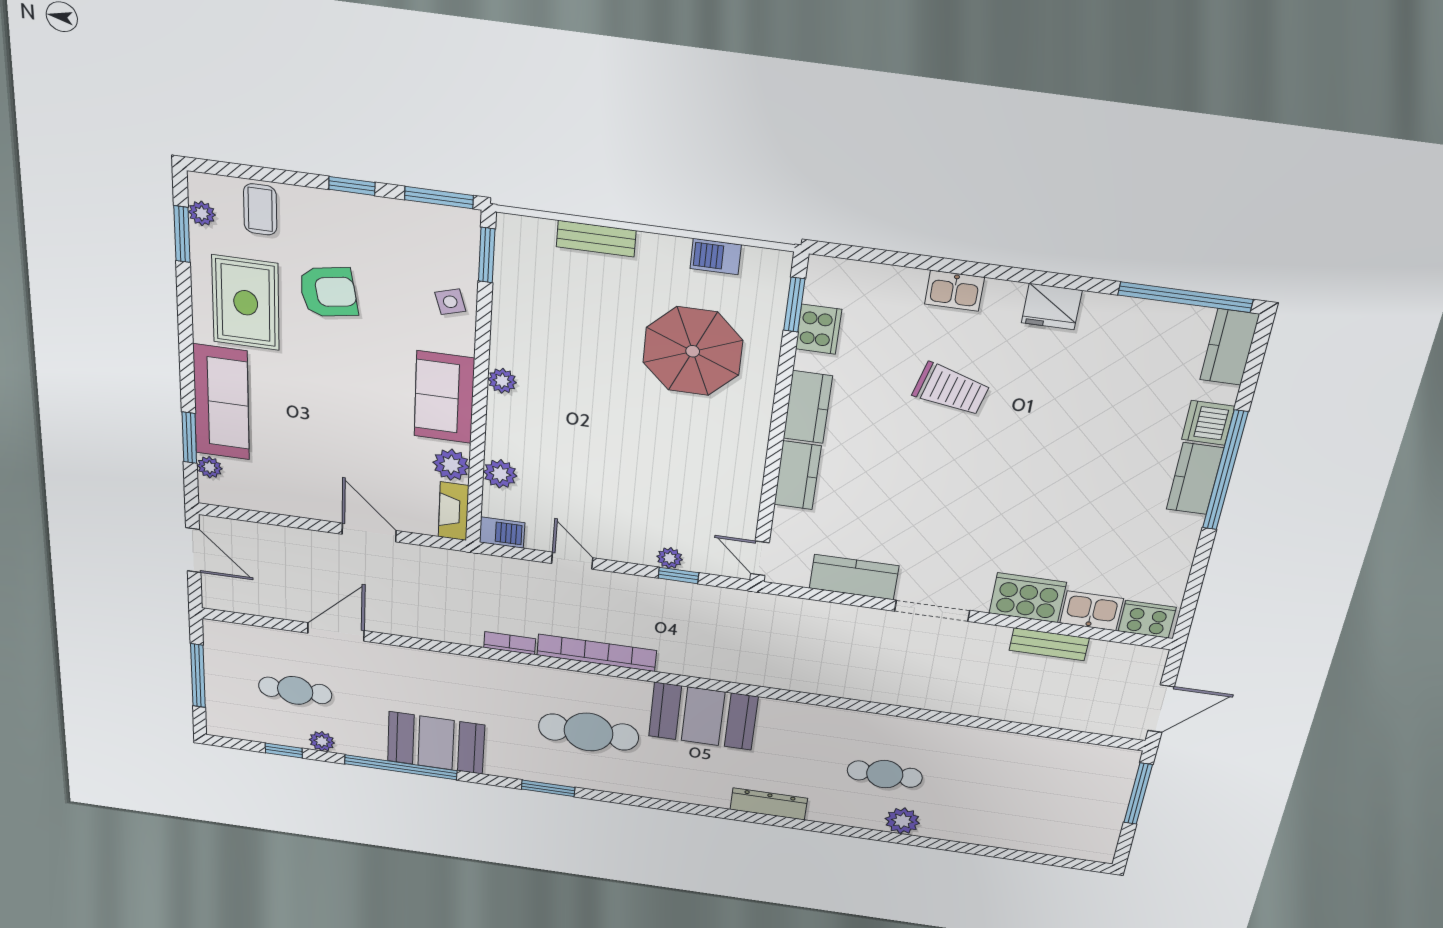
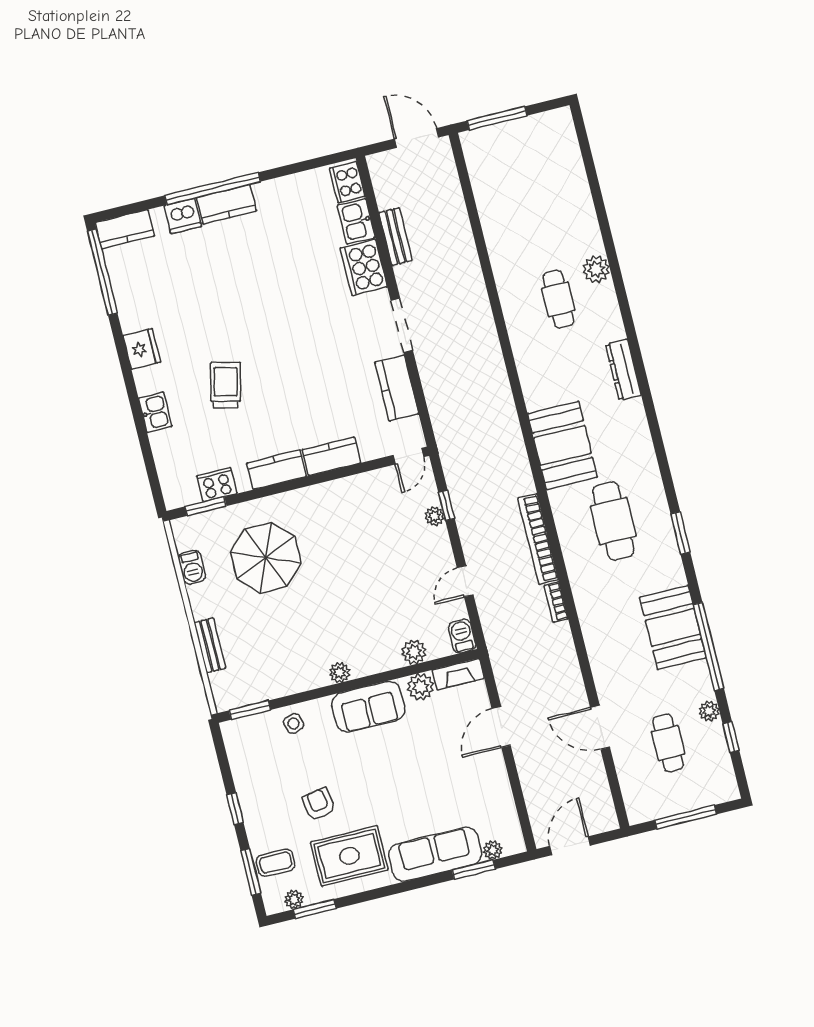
window: (439, 198) -> (251, 872), moved
armchair: (328, 292) -> (319, 804), width x0.72, depth x0.72

